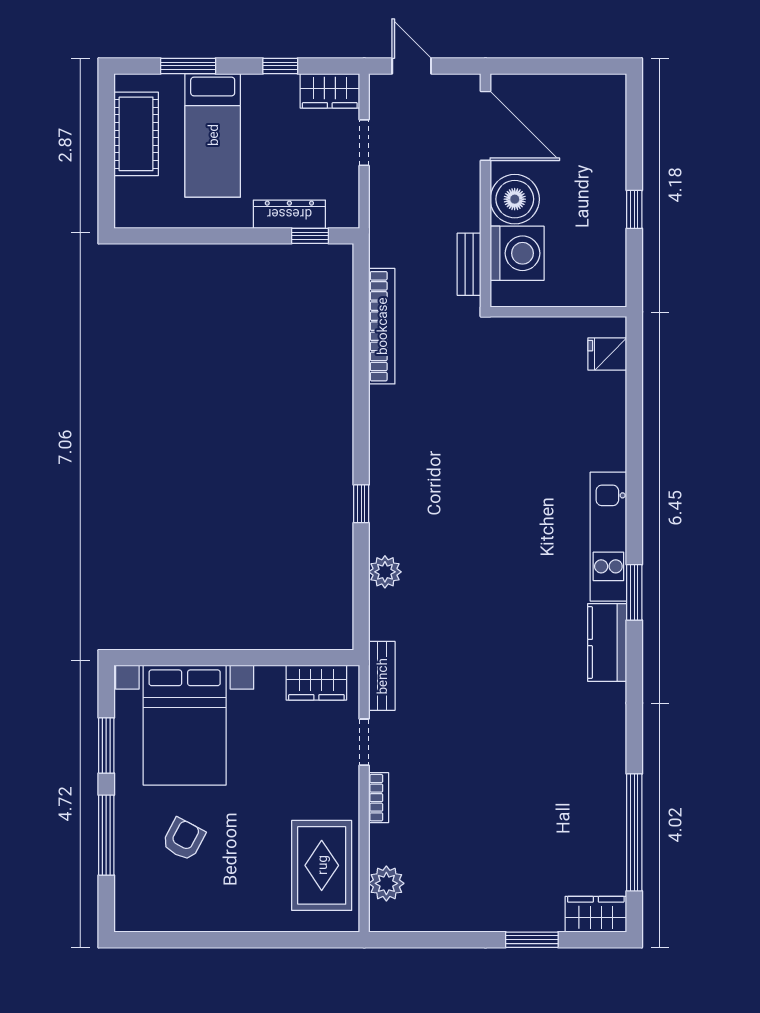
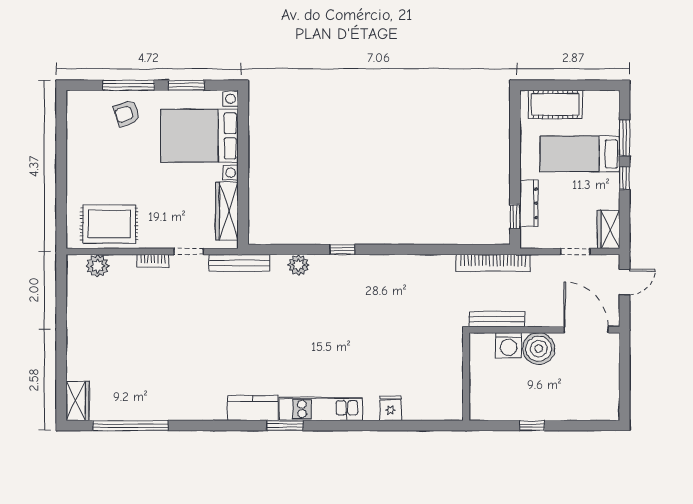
window: (280, 66) -> (625, 178), moved
door: (486, 126) -> (586, 330), swing flipped
cot: (136, 134) -> (555, 104), moved
washing machine: (517, 253) -> (509, 345), width x0.73, depth x0.73
bench: (469, 264) -> (497, 319), width x1.36
bookcase: (382, 326) -> (493, 263), moved
fridge: (607, 354) -> (391, 408), moved
bench: (382, 676) -> (239, 263), width x1.36
wardrobe: (316, 683) -> (227, 211), width x1.50
armchair: (184, 839) -> (127, 113), moved, turned 133
window: (532, 940) -> (61, 360), removed

